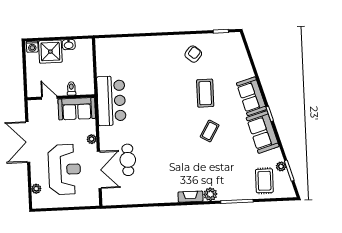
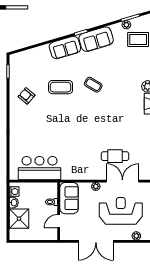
washing machine: (32, 47) -> (14, 192), moved
bar counter: (111, 101) -> (39, 168), moved

